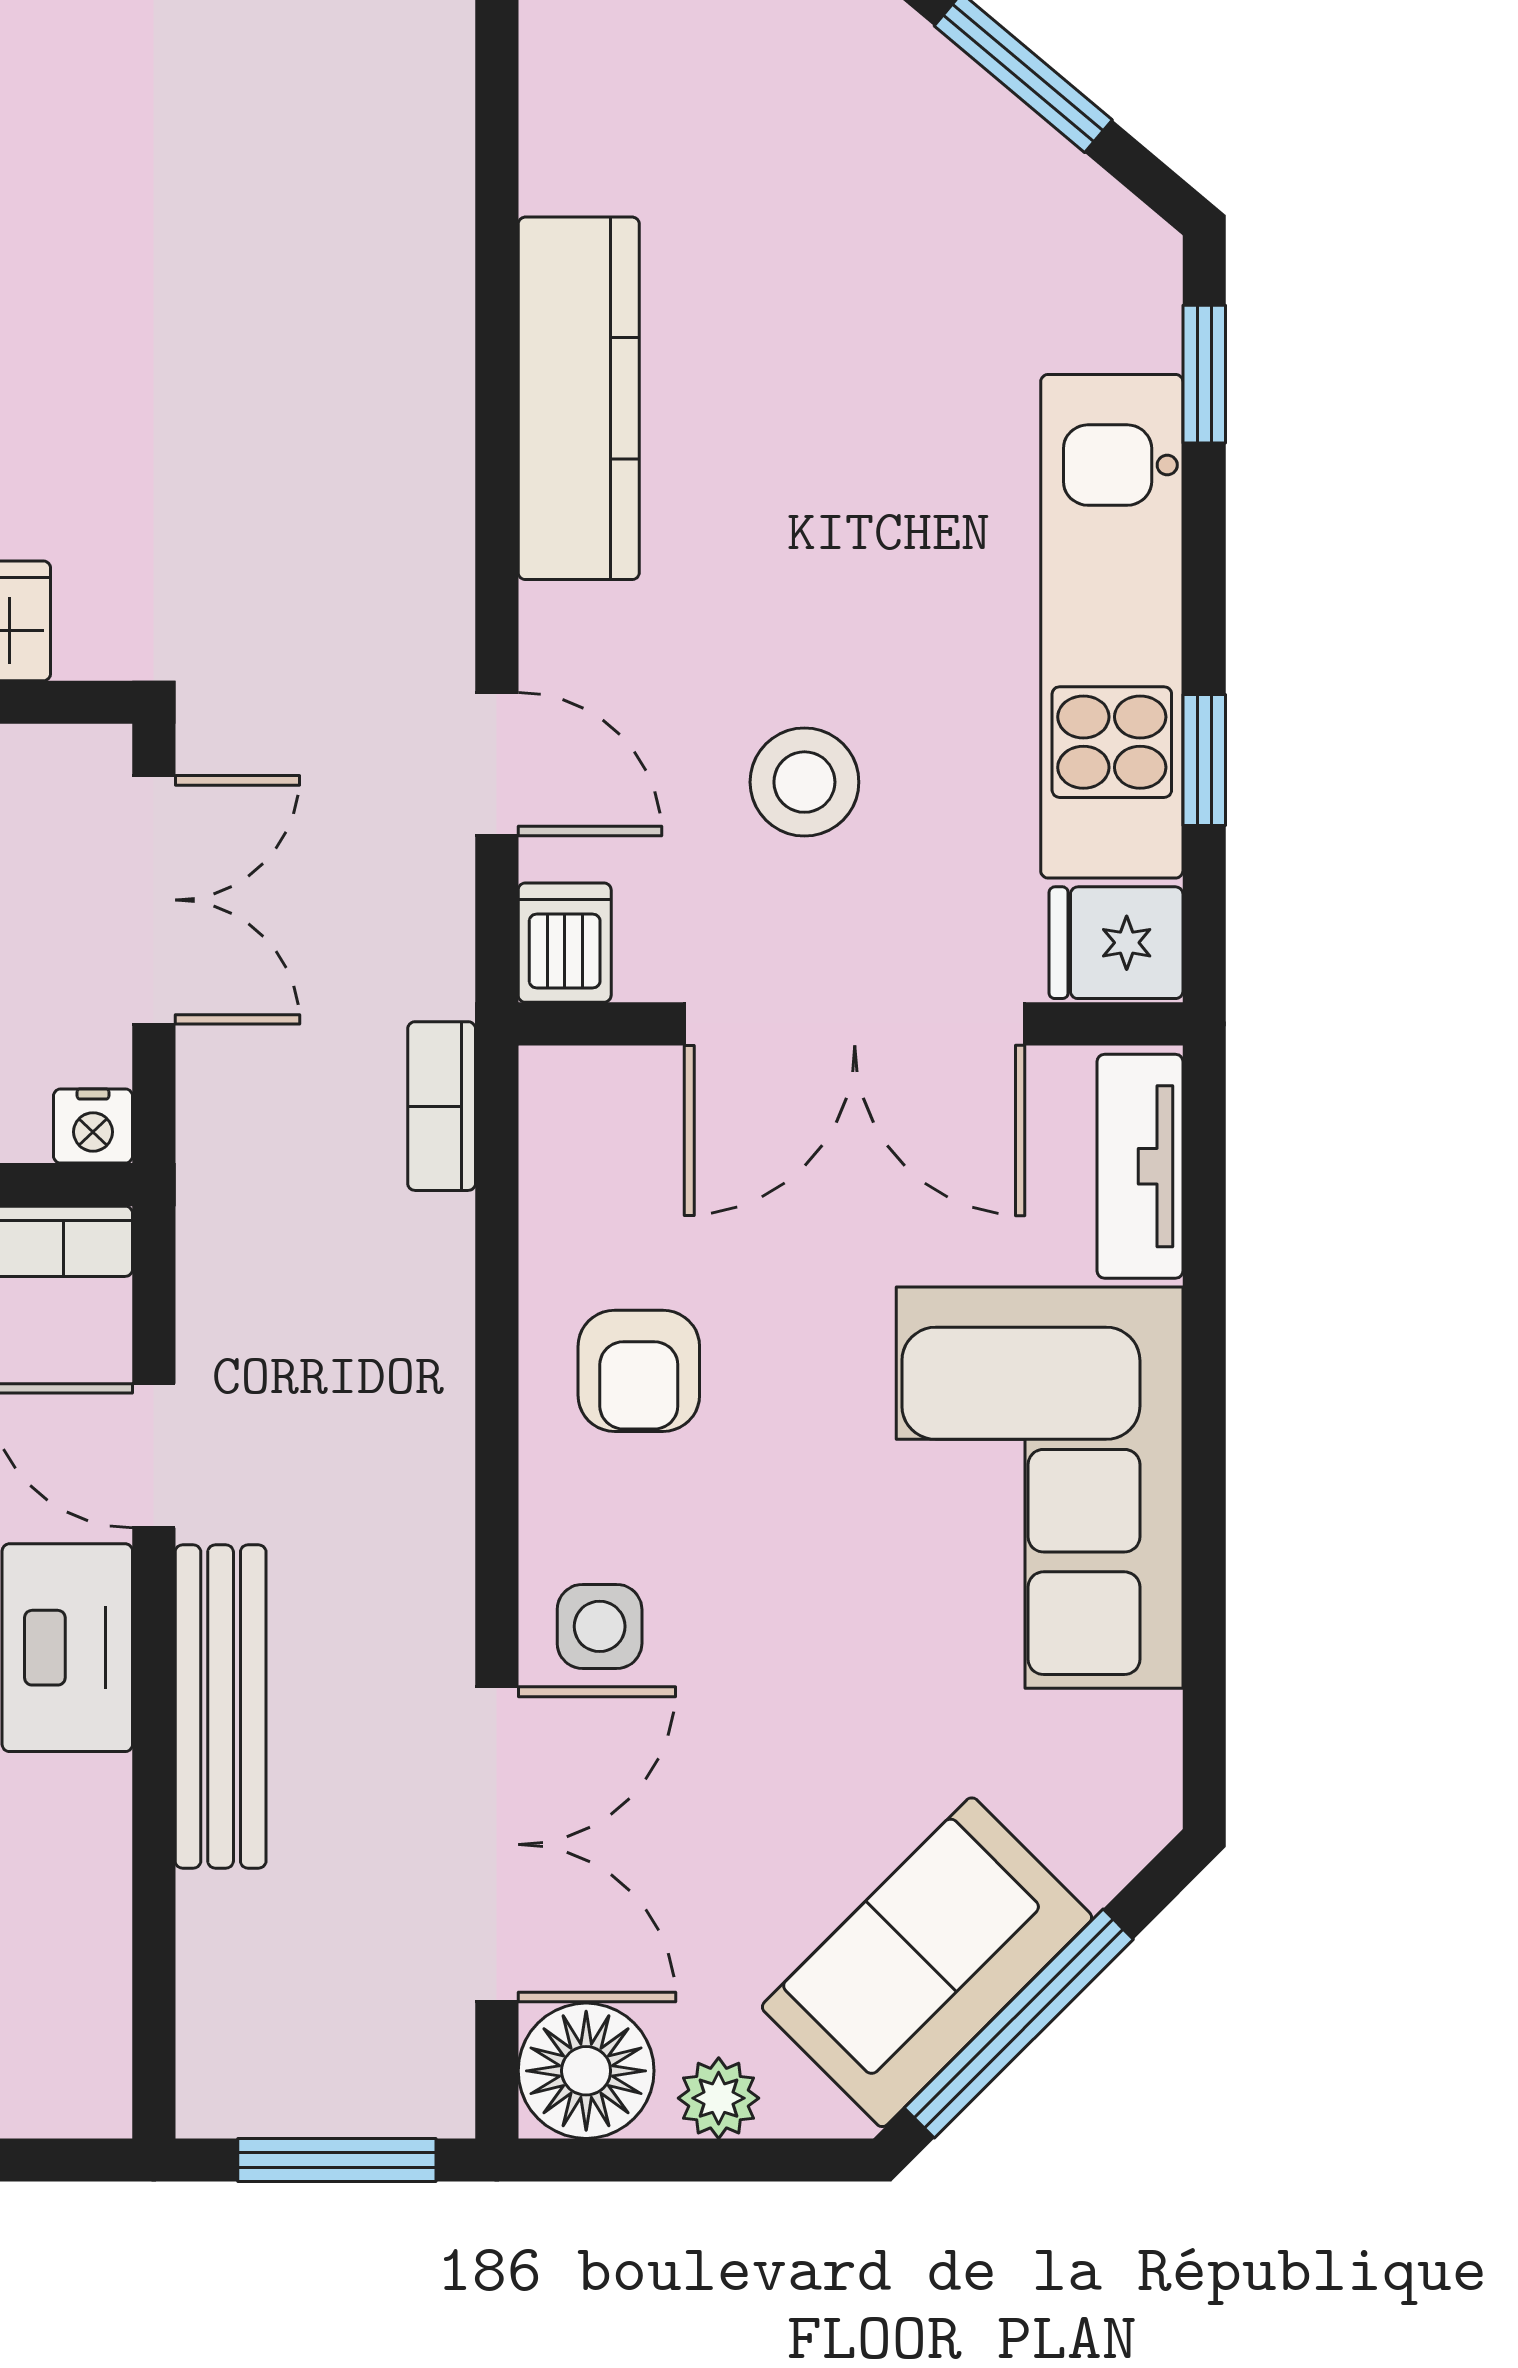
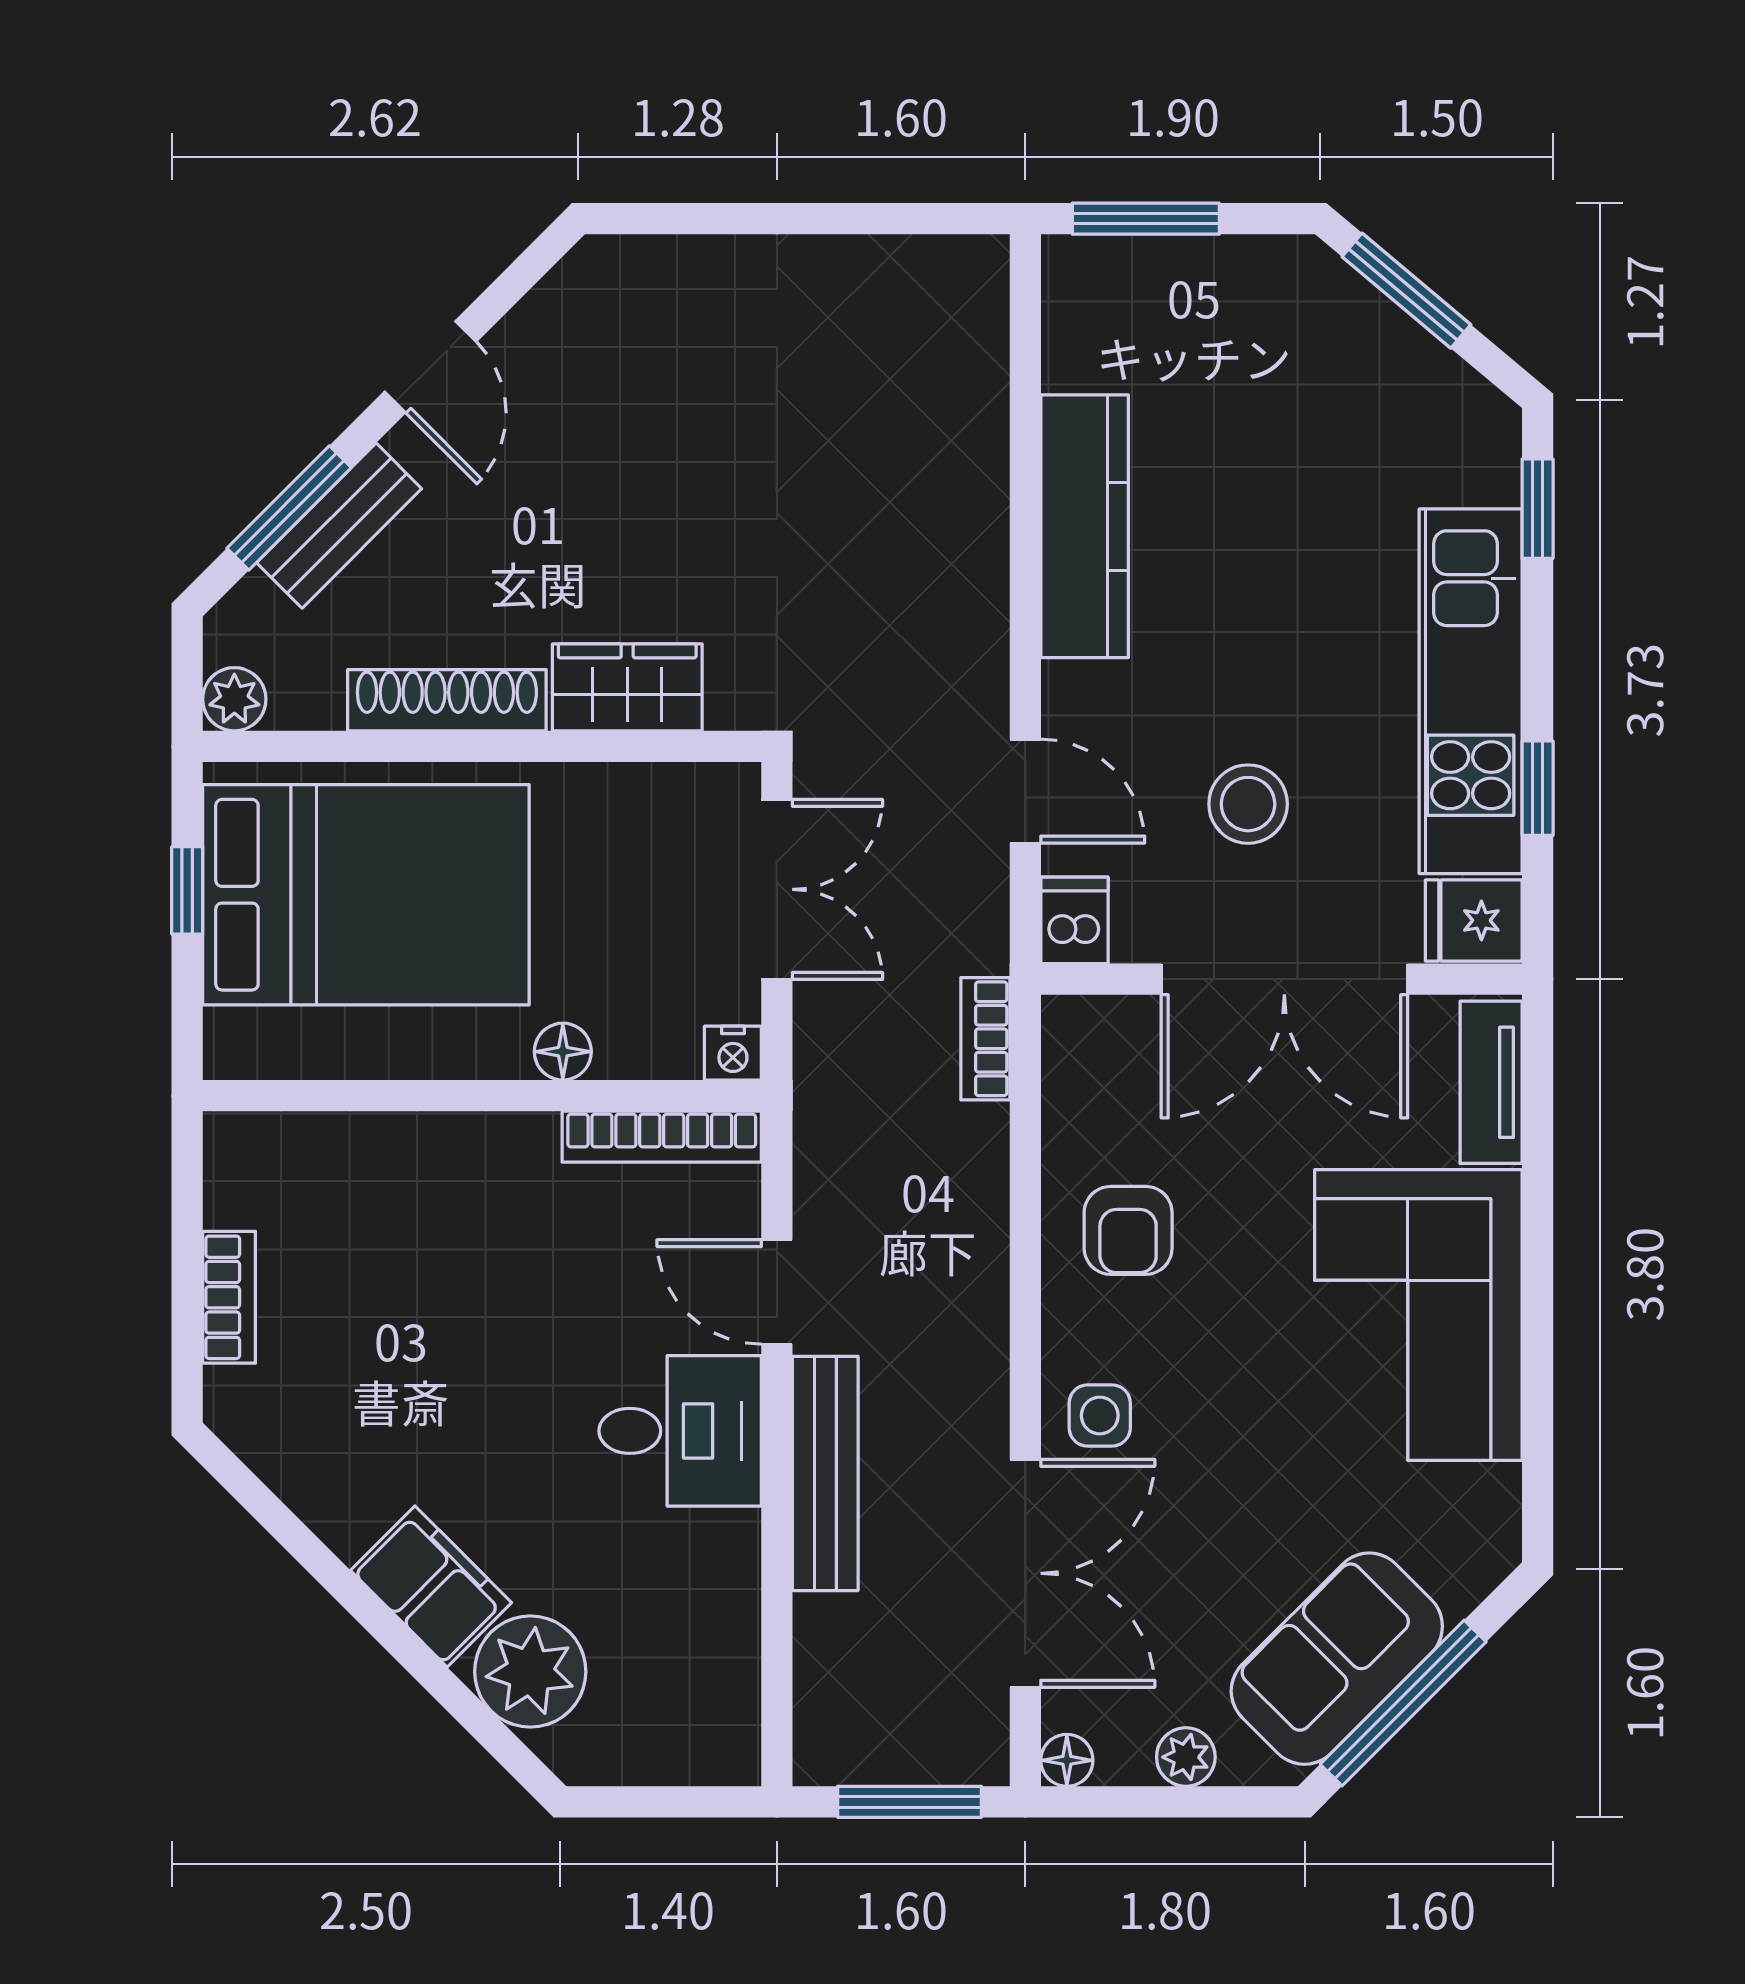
floor lamp: (586, 2071) -> (1067, 1760), width x0.53, depth x0.53

